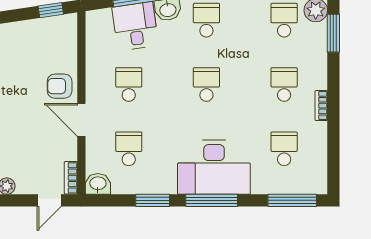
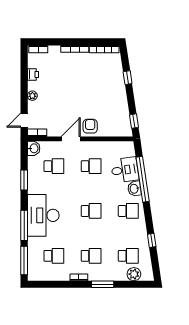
window: (333, 33) -> (103, 284), moved
door: (49, 200) -> (24, 120), hinge flipped
window: (212, 200) -> (24, 225), moved

